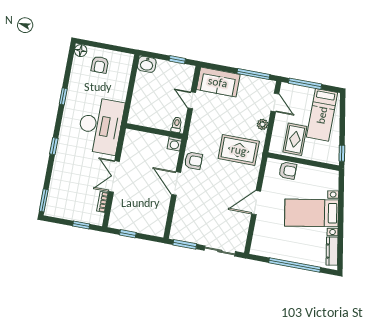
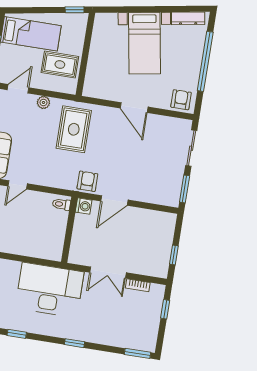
toilet: (177, 125) -> (61, 204), moved
wall: (154, 131) -> (69, 230), moved
washing machine: (175, 144) -> (84, 206), moved
armchair: (288, 171) -> (181, 100), moved

